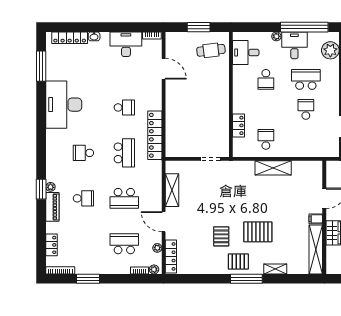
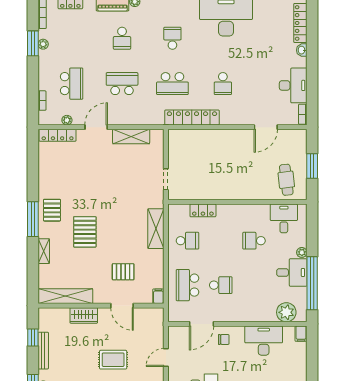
school desk: (306, 79) -> (187, 285), moved, turned 180
shelving: (273, 168) -> (156, 229), moved
school desk: (124, 198) -> (122, 84), turned 90
filing cabinet: (316, 219) -> (158, 296), moved
pallet: (221, 236) -> (123, 272), moved
plant: (154, 269) -> (43, 44), moved

